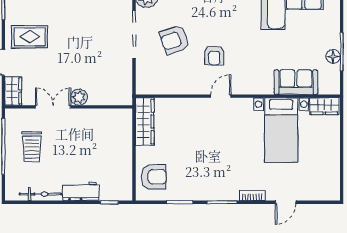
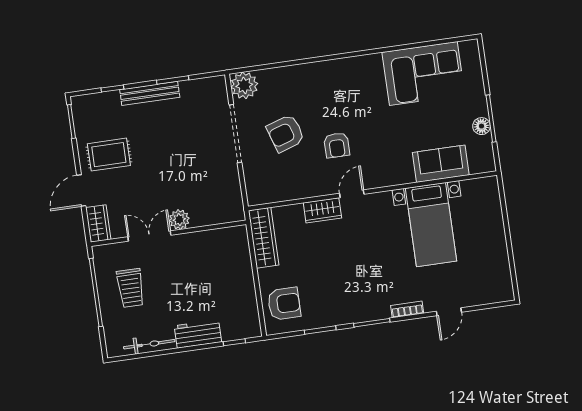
wardrobe: (324, 106) -> (322, 210), moved

